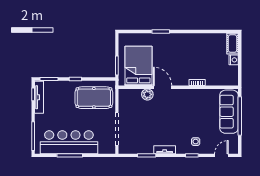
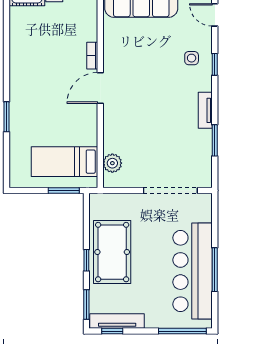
bed: (138, 66) -> (64, 162), width x0.67
door: (163, 87) -> (100, 88), moved
plant: (147, 94) -> (112, 163), moved
pool table: (94, 98) -> (112, 252), moved

